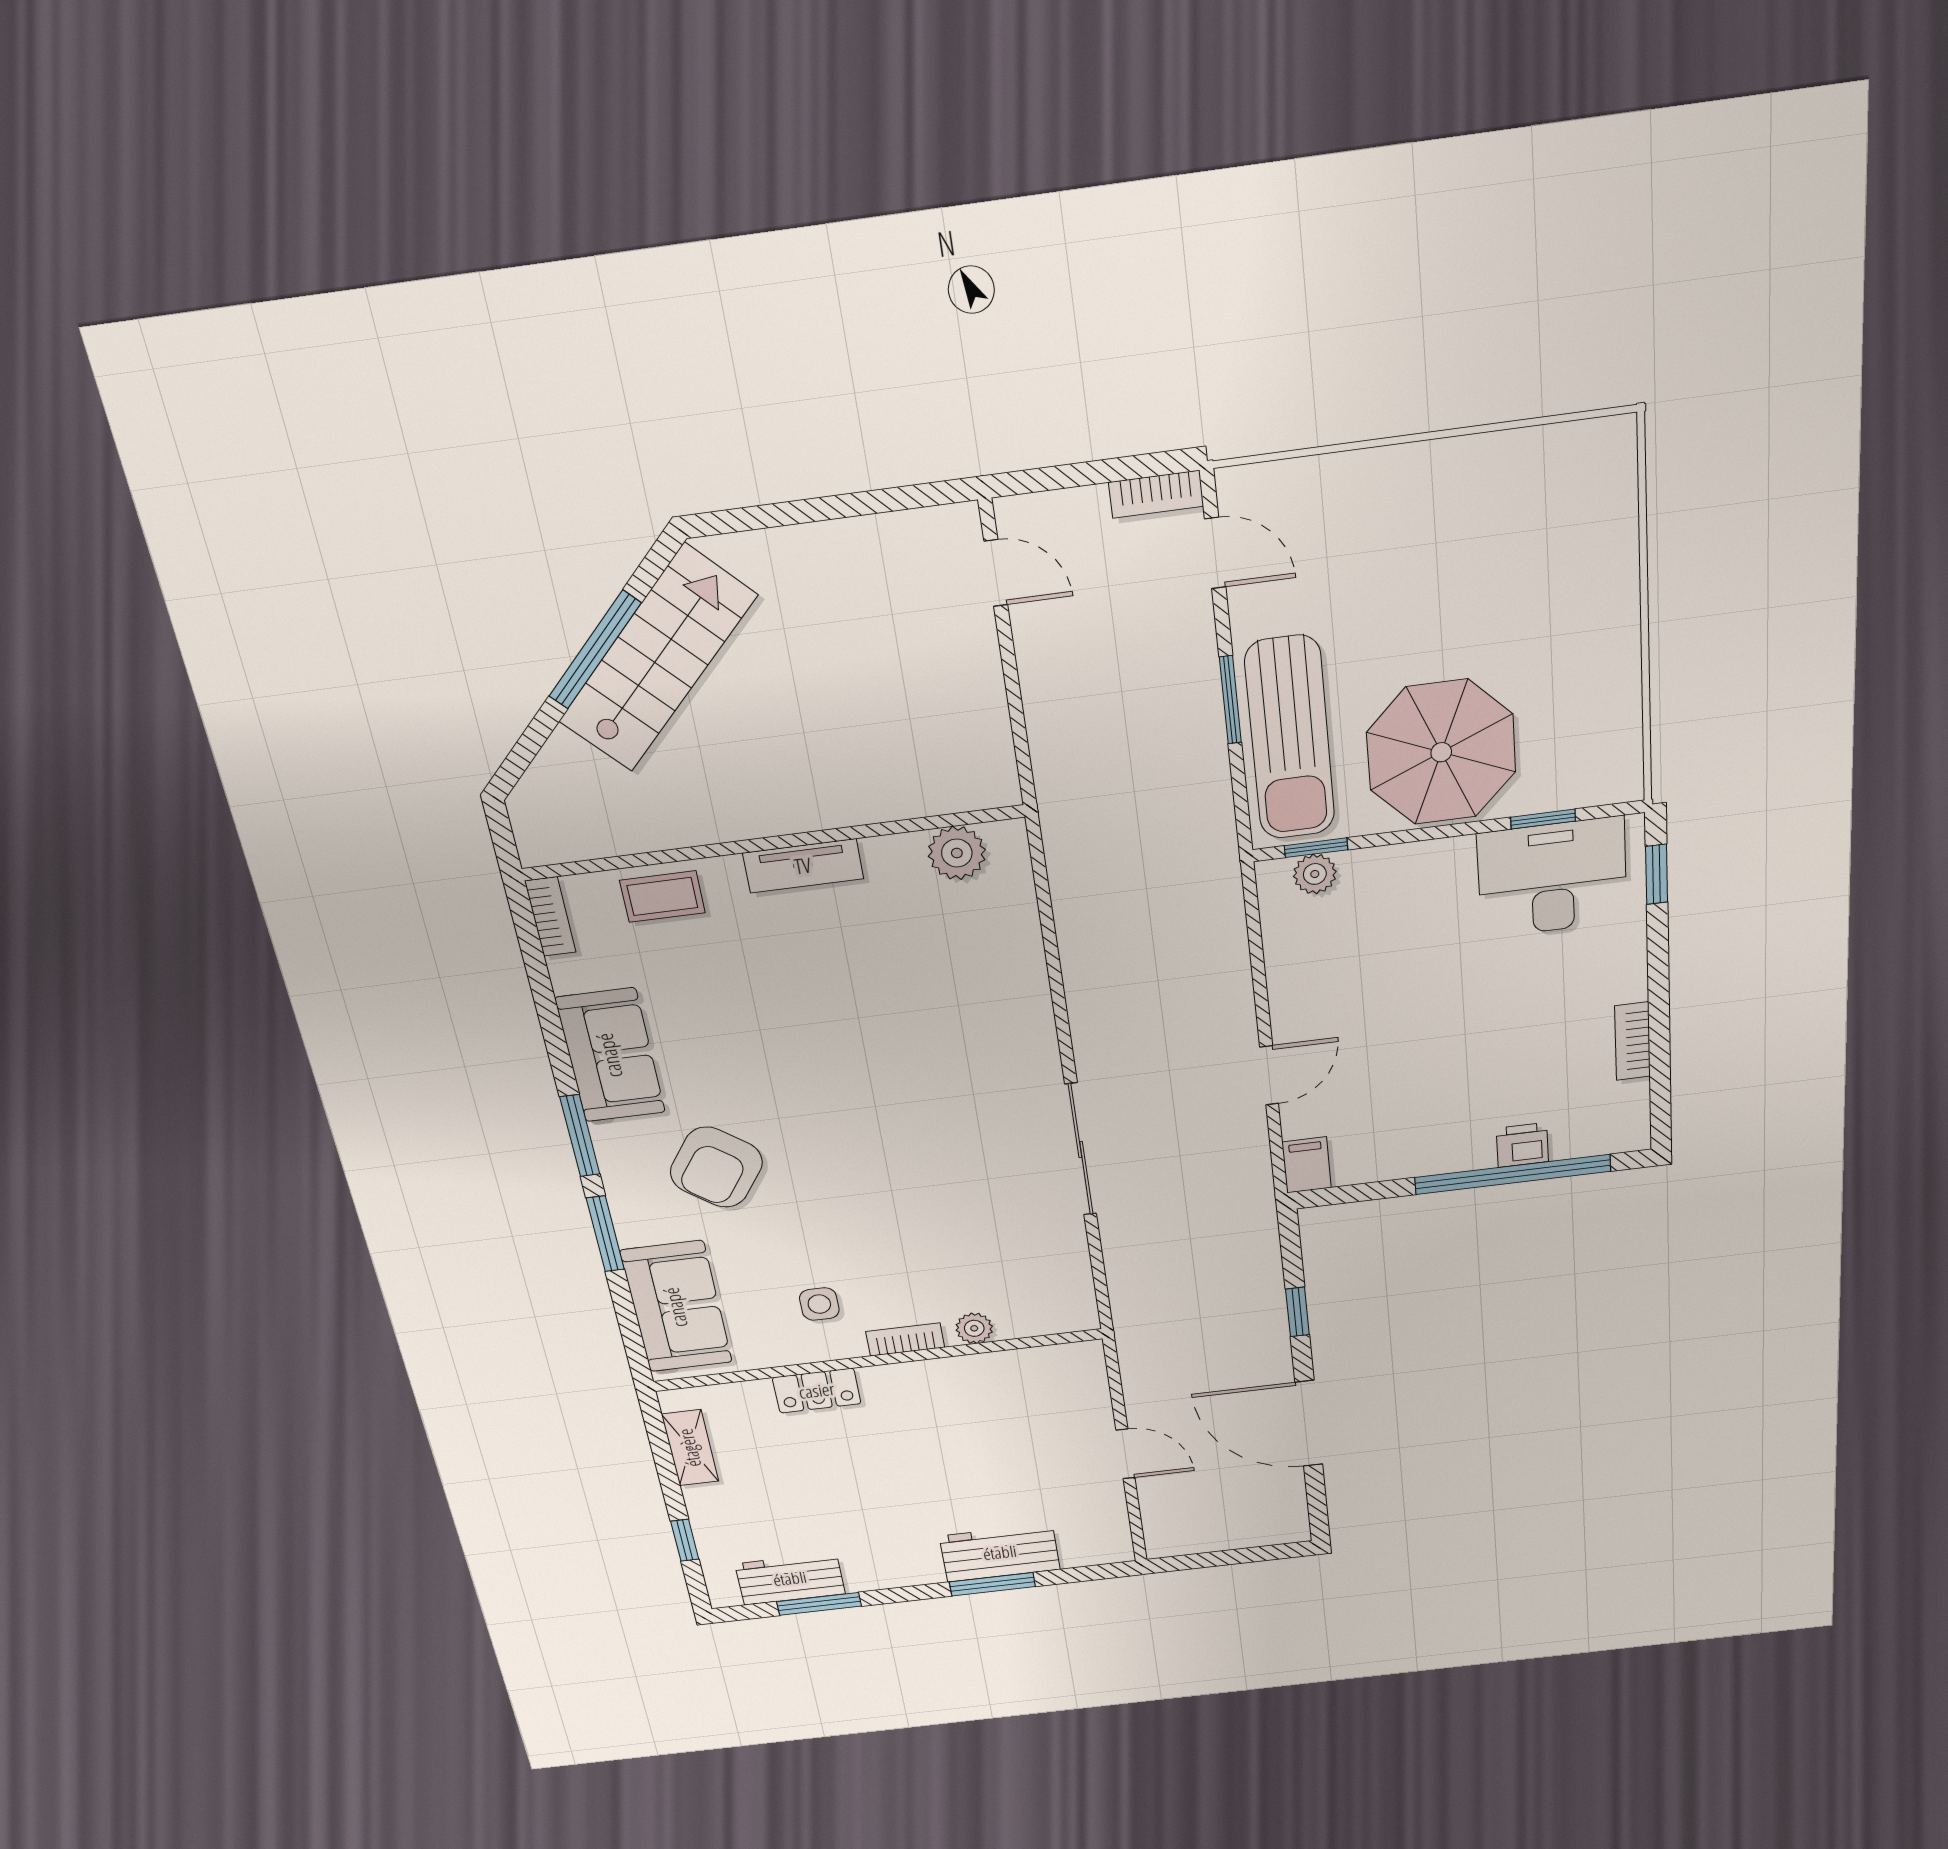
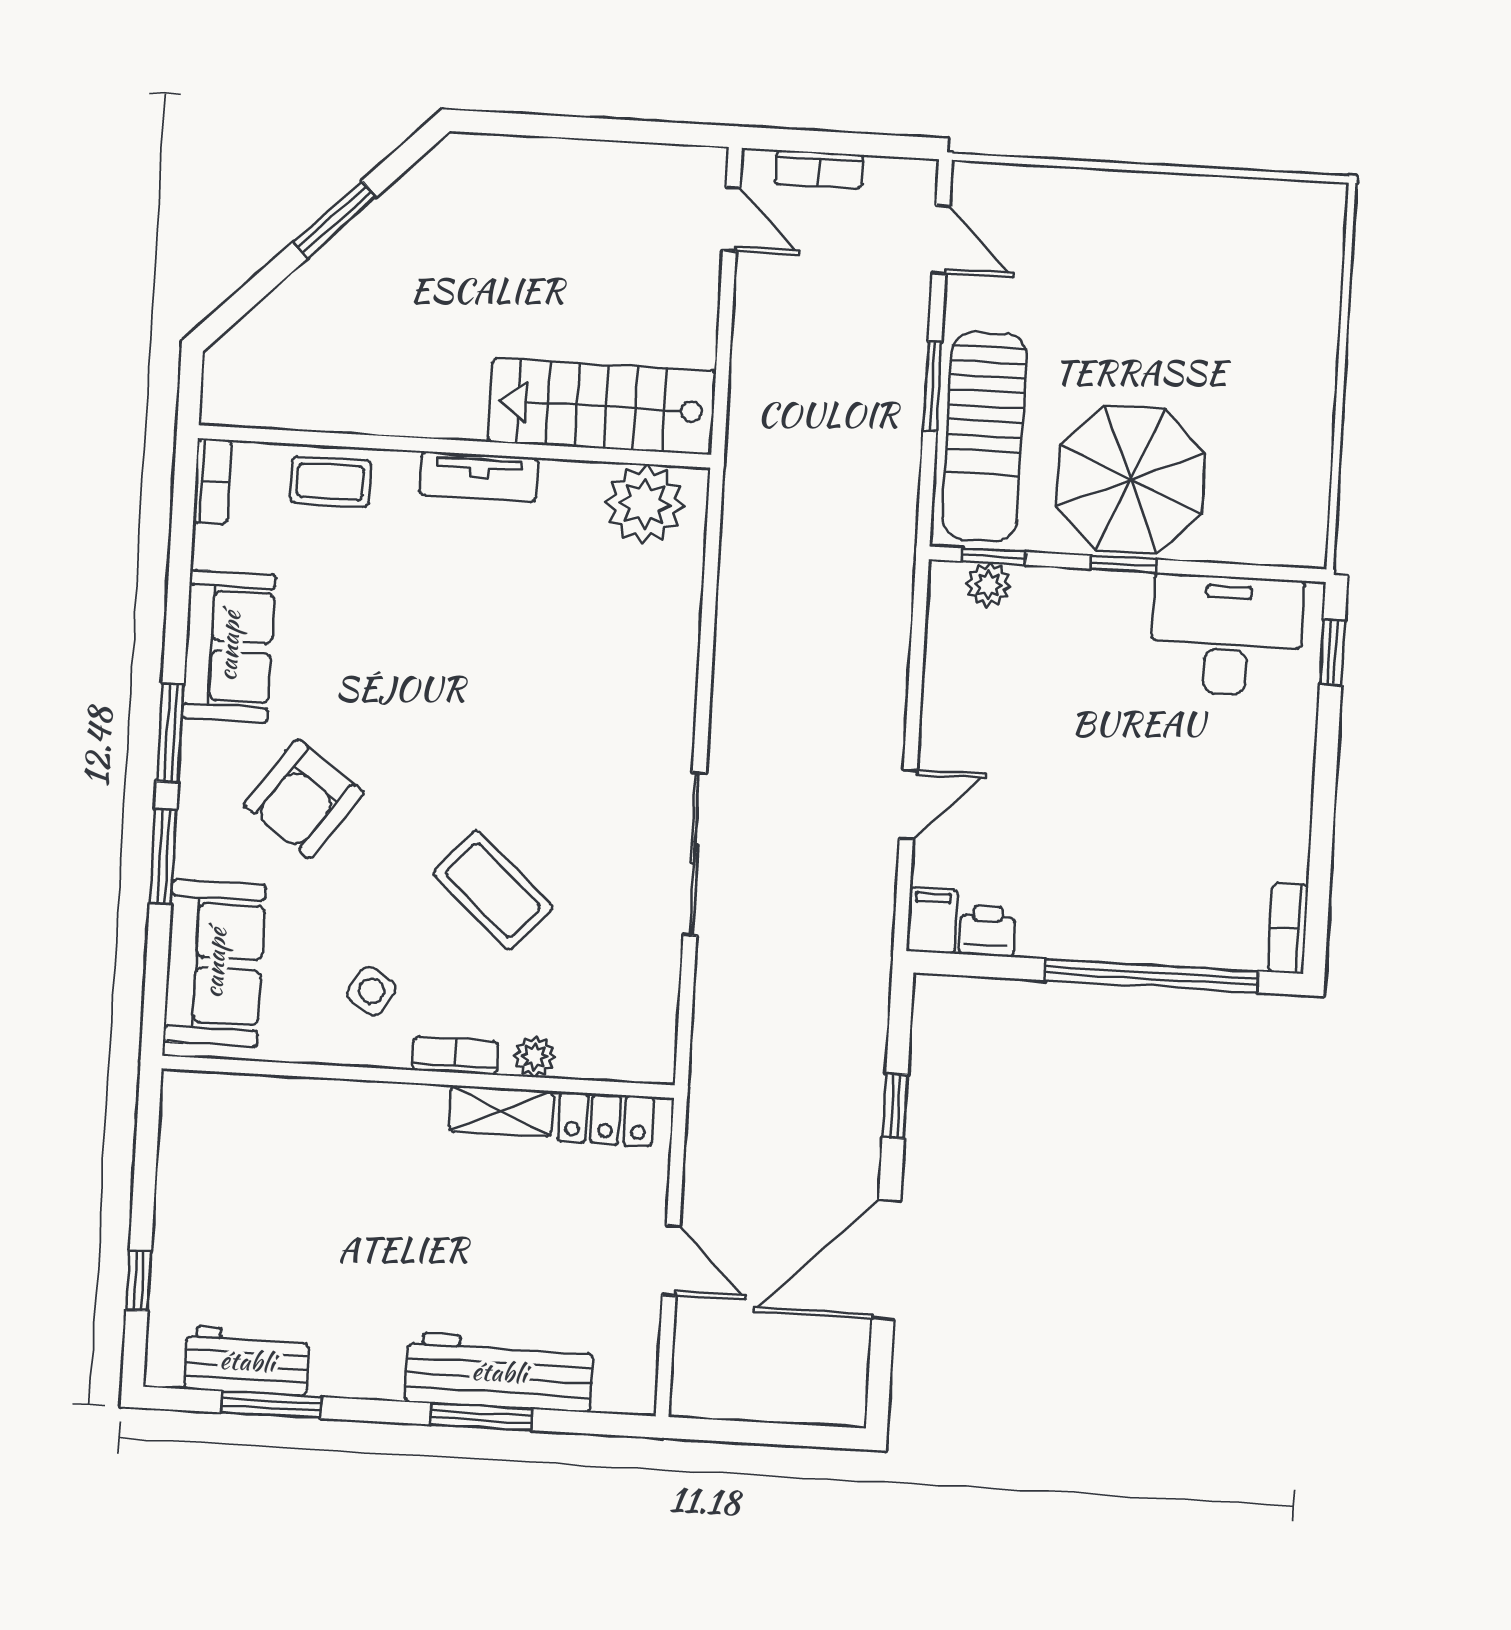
bookcase: (1156, 494) -> (819, 170), moved
window: (595, 650) -> (335, 219), width x0.69
stairs: (657, 659) -> (602, 406), moved, turned -135
window: (1543, 819) -> (1123, 564), moved
plant: (957, 853) -> (645, 504), width x1.36, depth x1.36
bookcase: (1633, 1041) -> (1288, 928), moved
printer: (1522, 1145) -> (987, 931), moved
coffee table: (906, 1209) -> (493, 890), added
side table: (819, 1304) -> (372, 991), turned 32
locker: (817, 1391) -> (606, 1119), moved
door: (1309, 1424) -> (886, 1260), hinge flipped
shelving: (690, 1448) -> (501, 1111), moved, turned 90
workbench: (1000, 1553) -> (499, 1372), width x1.38

